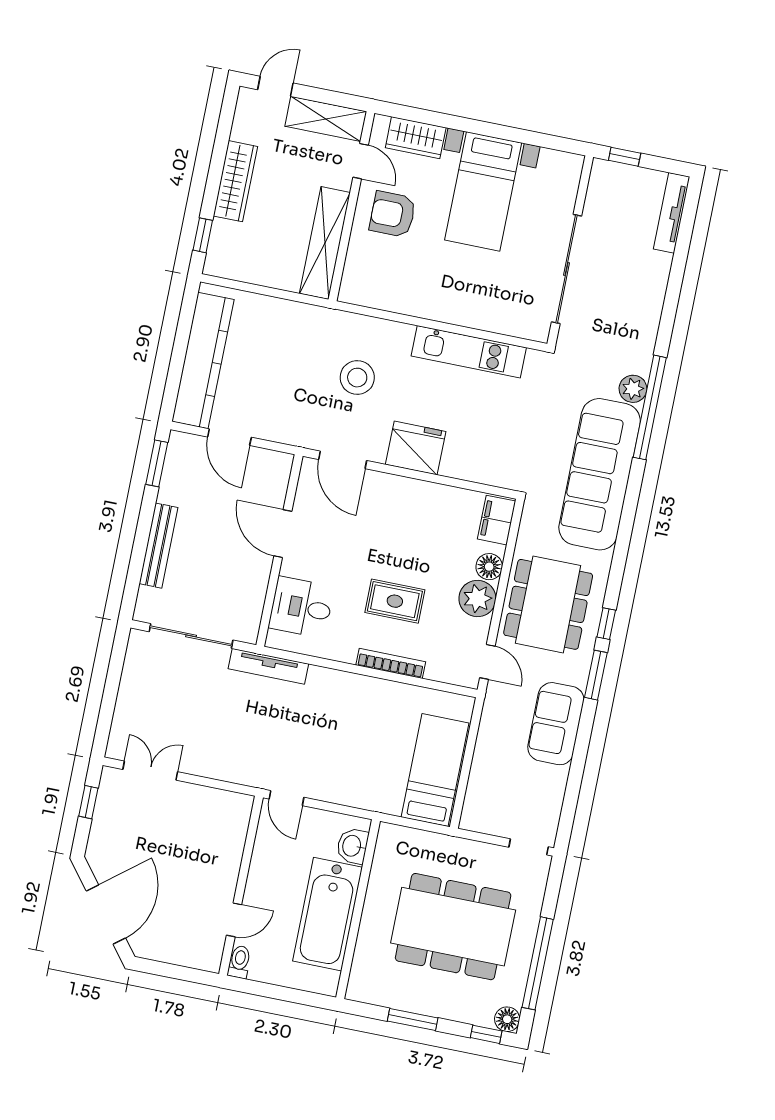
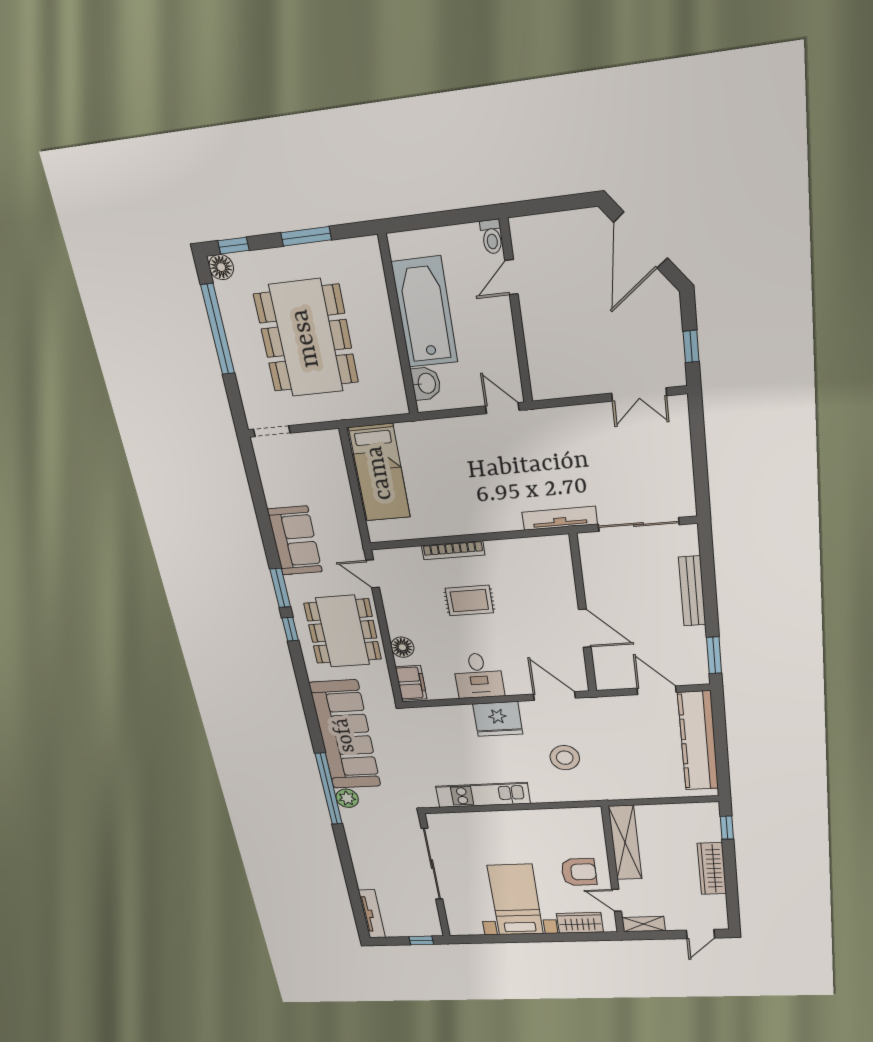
shelving: (326, 119) -> (644, 924), width x0.67, depth x0.75
plant: (477, 599) -> (402, 621), removed
desk: (301, 607) -> (478, 676), moved, turned 90
dining table: (453, 927) -> (306, 338), turned 90

